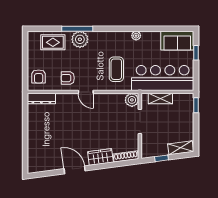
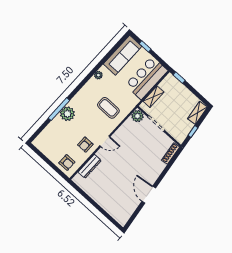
sofa: (177, 41) -> (122, 55), width x1.36
rug: (53, 42) -> (53, 133), removed
bar counter: (163, 78) -> (147, 78), width x0.73
dresser: (41, 99) -> (90, 166), moved
wardrobe: (100, 157) -> (156, 170), removed
door: (75, 170) -> (149, 195), hinge flipped

